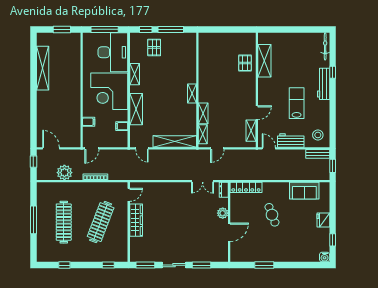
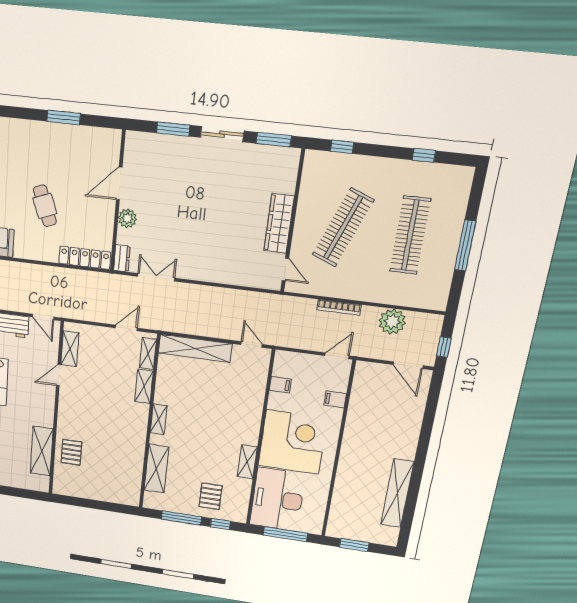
shelving: (136, 109) -> (156, 469), moved
door: (129, 195) -> (285, 269), swing flipped

